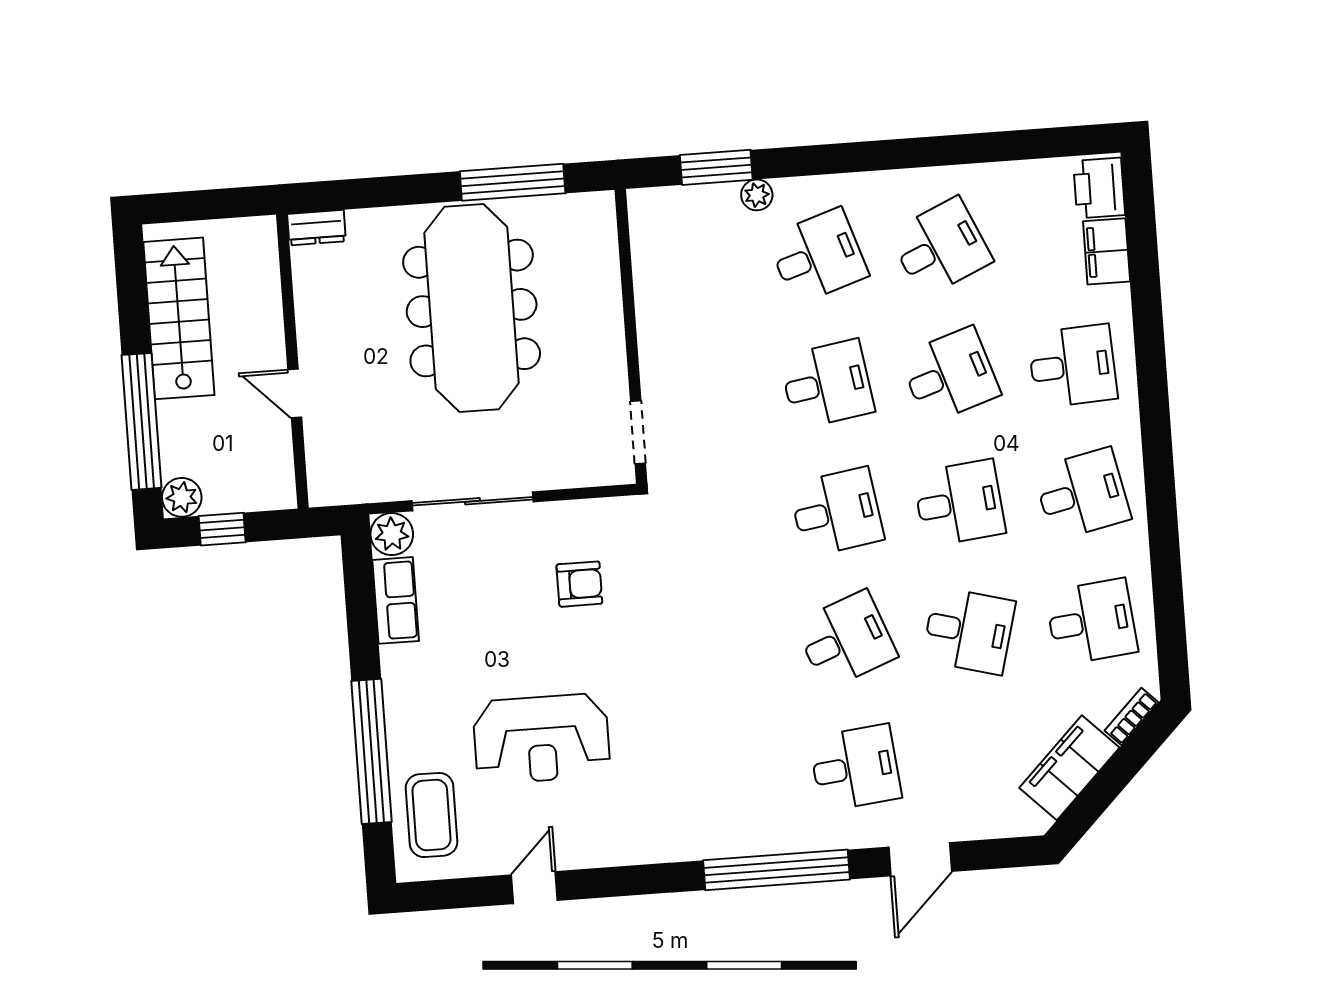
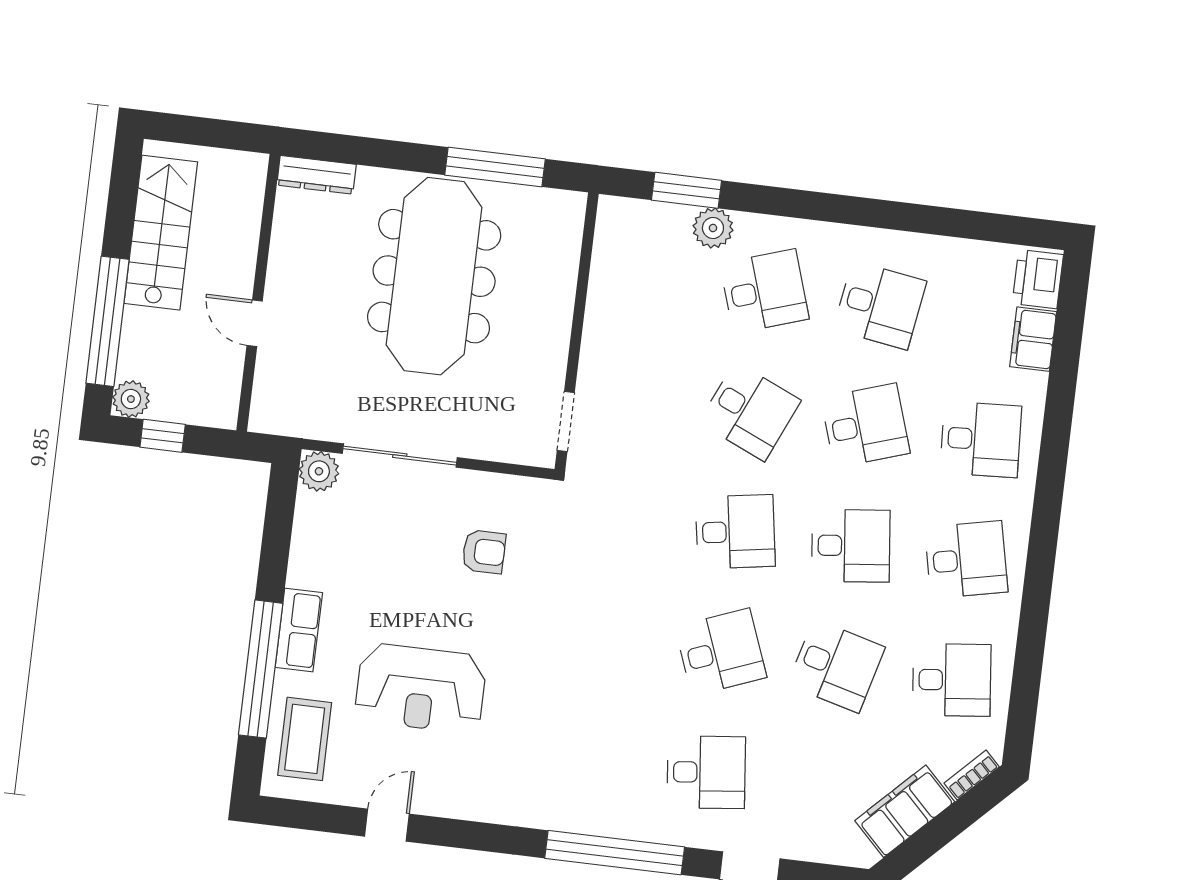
plant: (757, 195) -> (713, 228), width x1.38, depth x1.38
dresser: (317, 228) -> (317, 175), width x1.44
desk: (940, 247) -> (880, 305), turned 33
desk: (827, 384) -> (750, 411), turned 33
row of seats: (396, 600) -> (299, 630), moved

